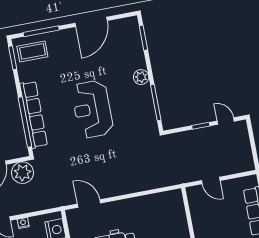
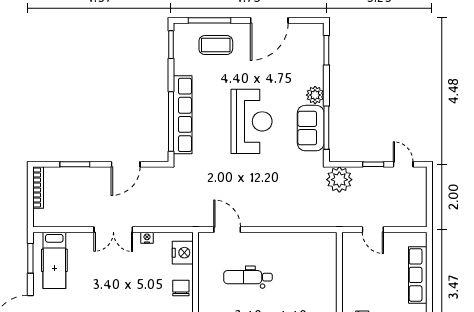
coffee table: (32, 51) -> (216, 45), moved
sofa: (143, 105) -> (311, 128), added
reception desk: (92, 109) -> (252, 121), turned 180
plant: (22, 173) -> (339, 180), moved

